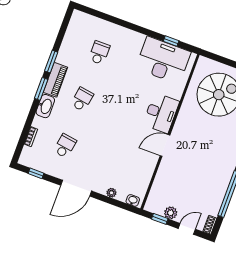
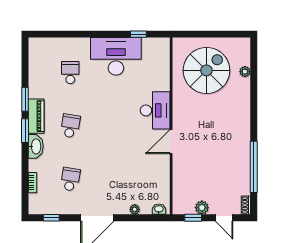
desk: (163, 60) -> (116, 56), moved
door: (187, 229) -> (224, 218), swing flipped

